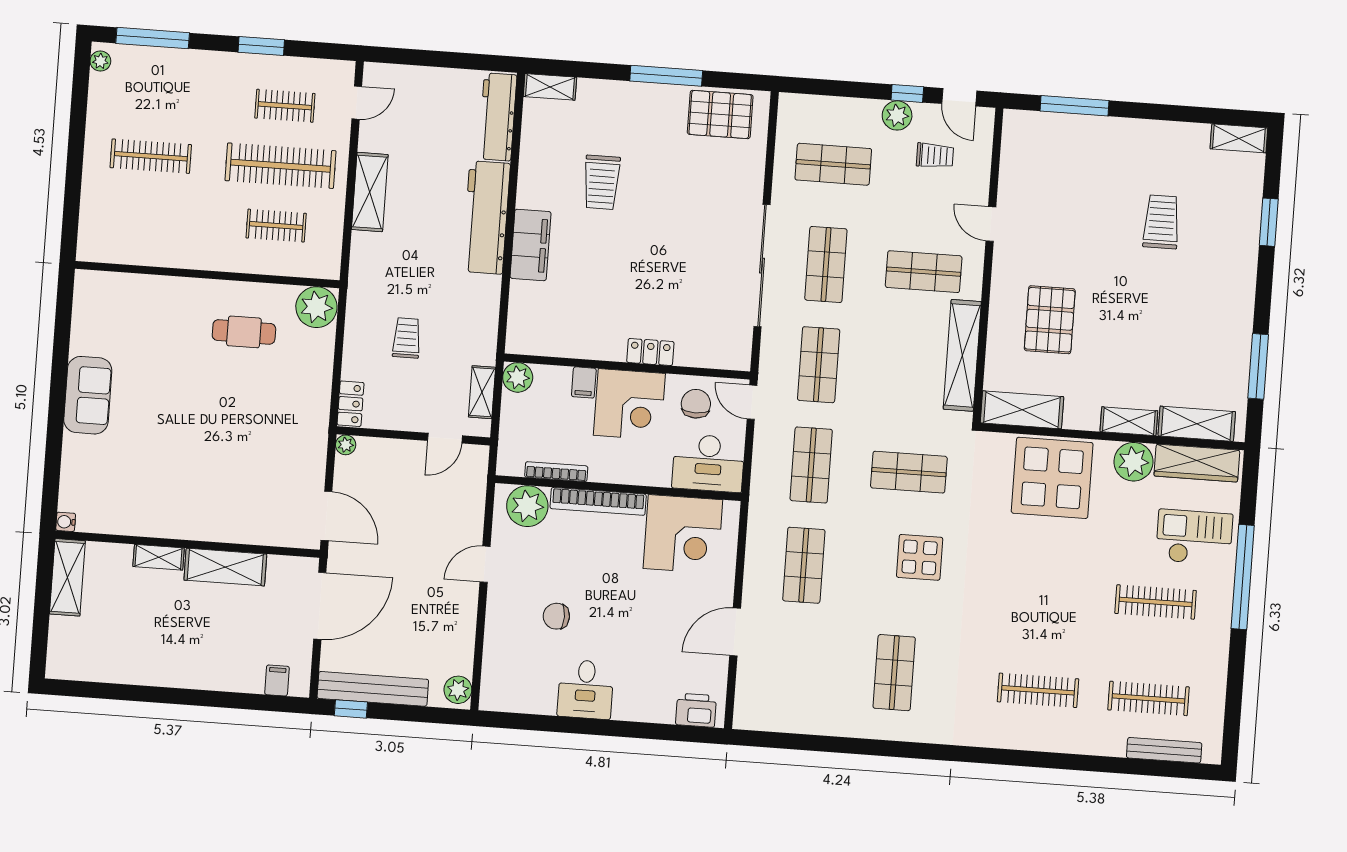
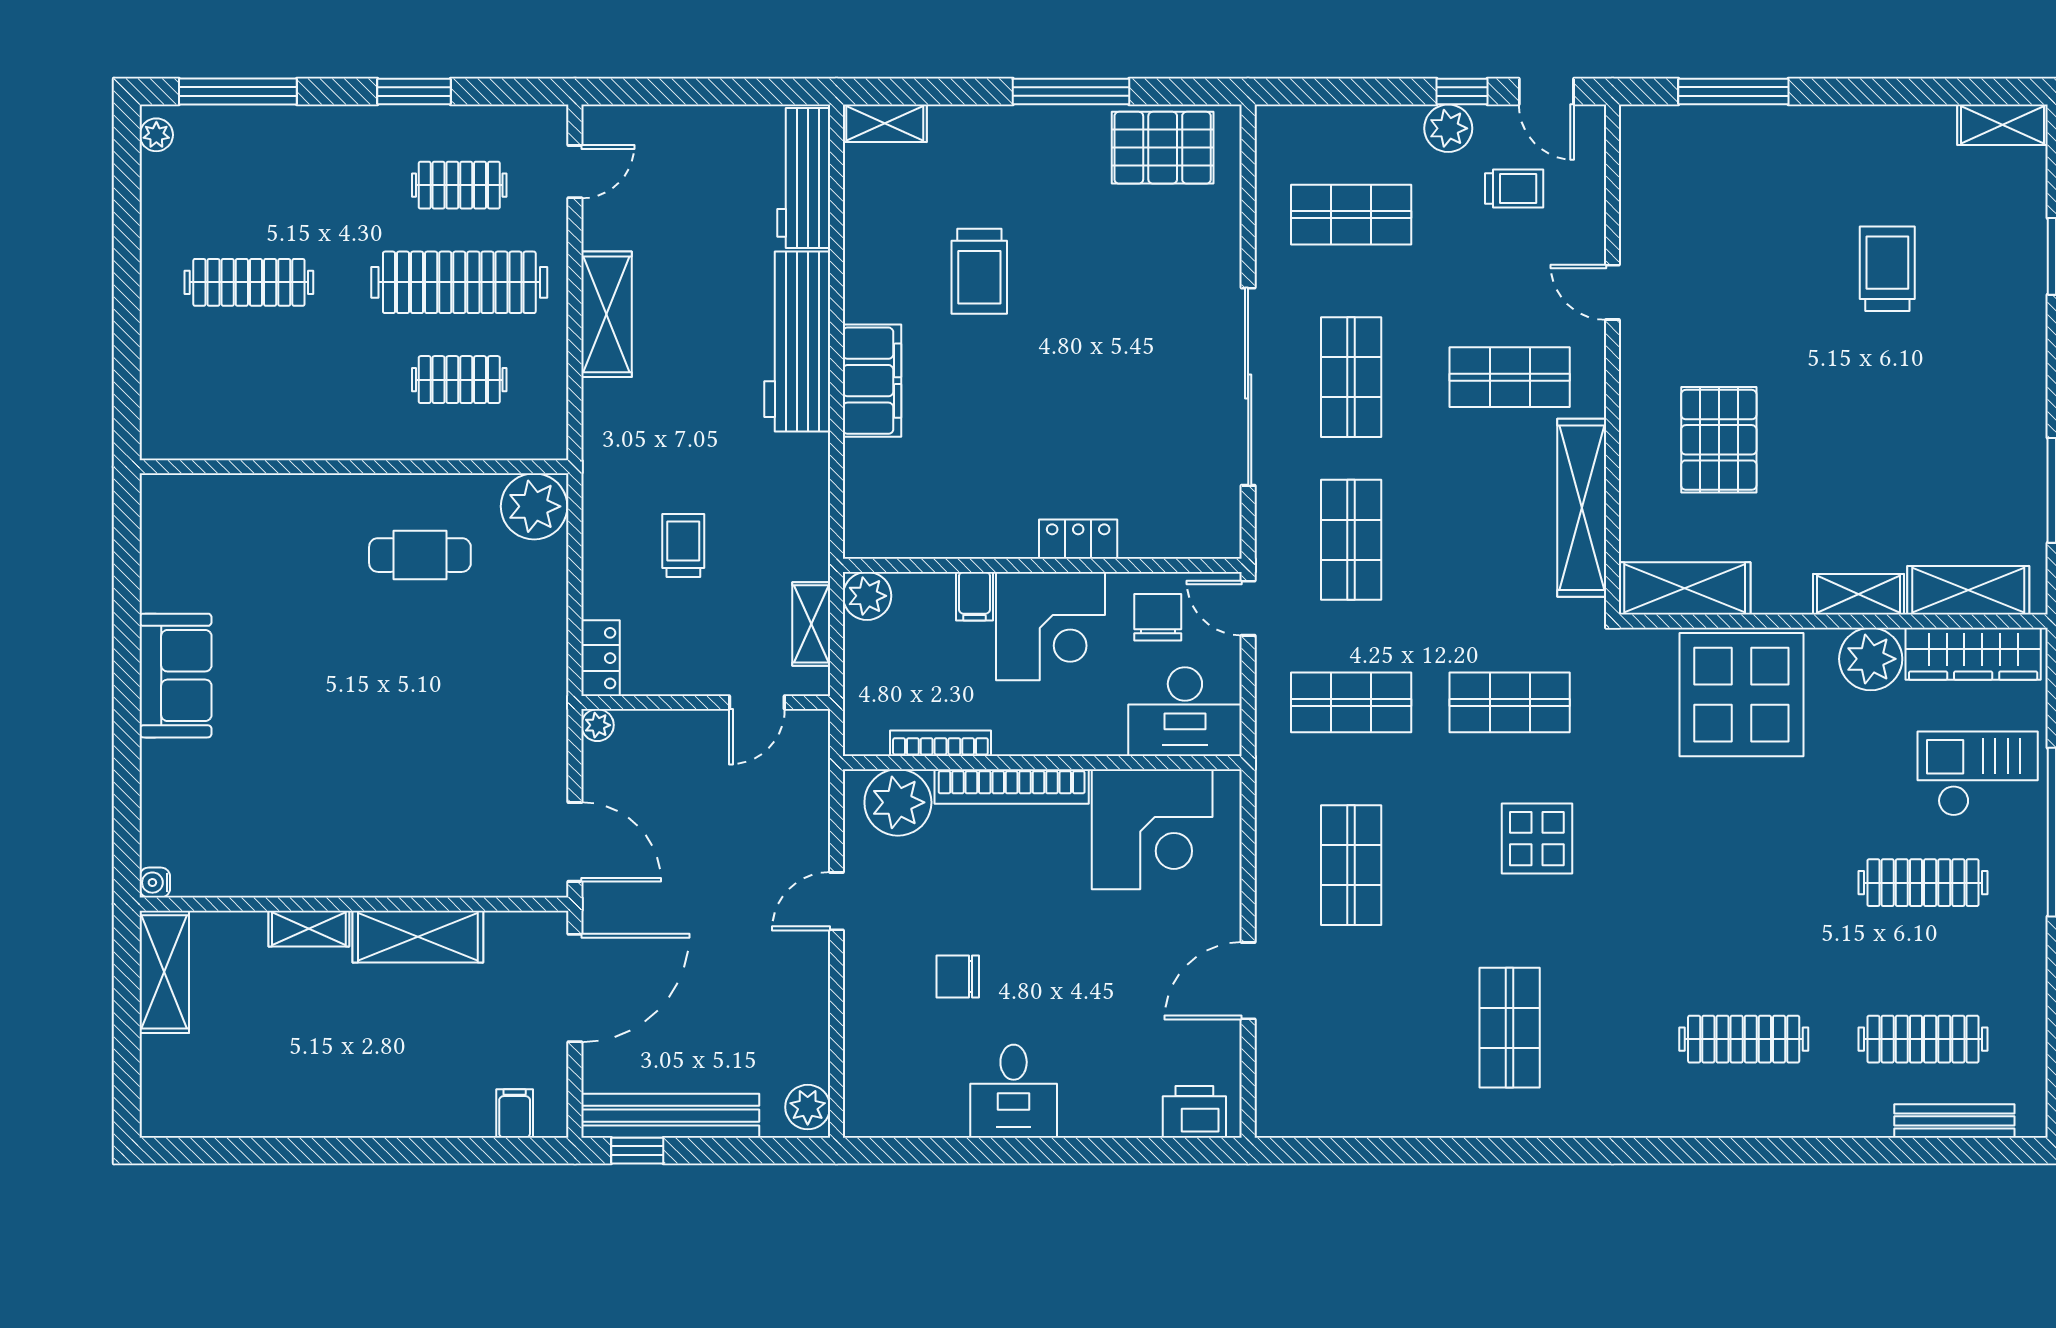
shop shelf: (811, 465) -> (1351, 702), turned 90

